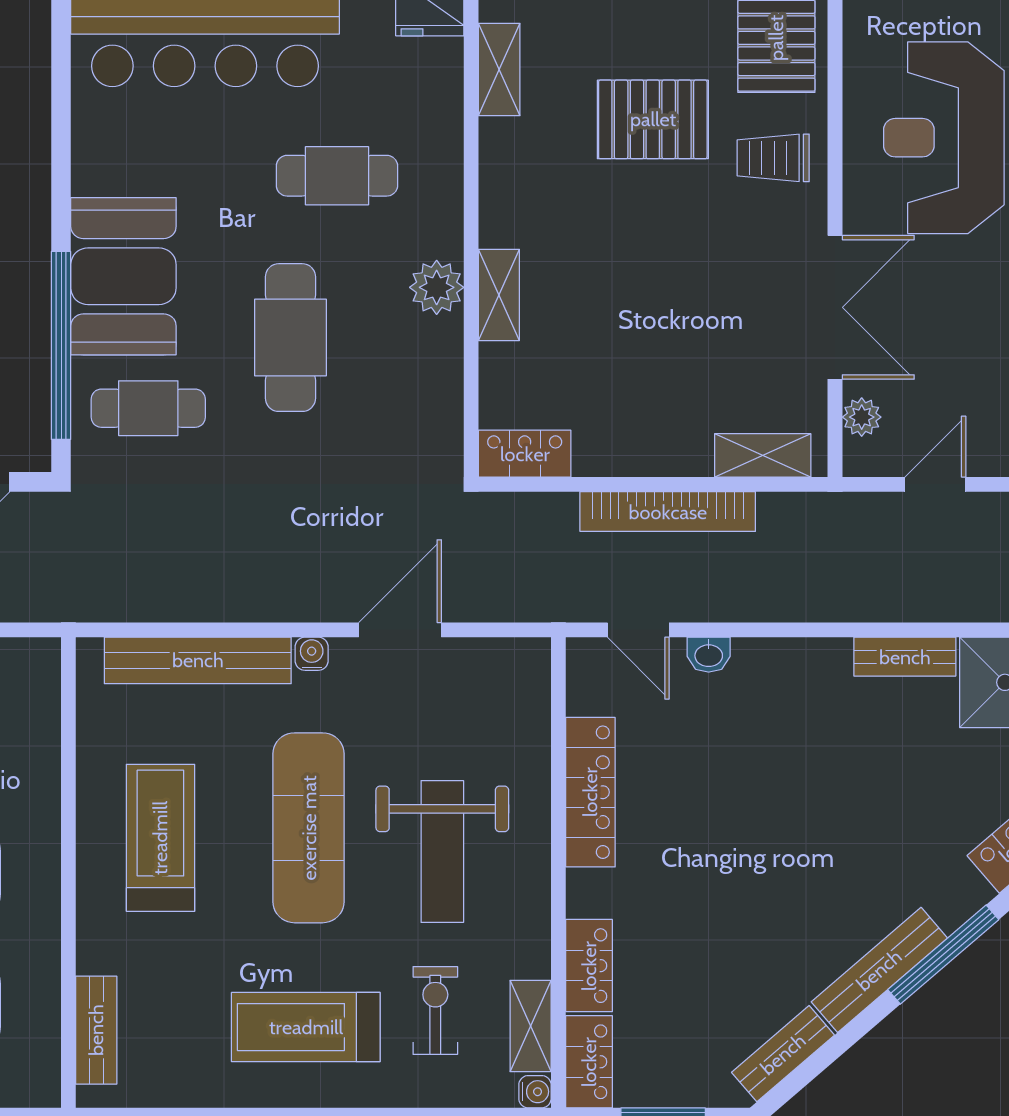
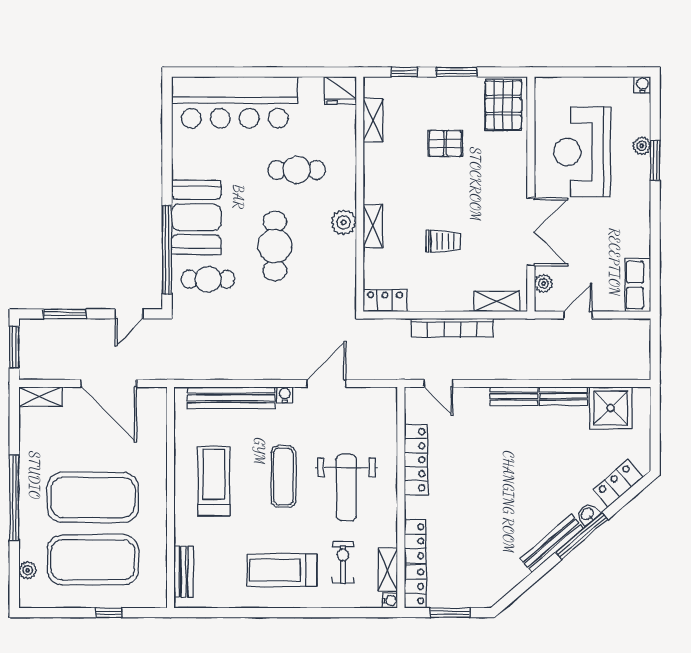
pallet: (653, 119) -> (445, 143), width x0.67, depth x0.71
trolley: (773, 158) -> (443, 241), moved, turned 180
washbasin: (709, 655) -> (588, 514), moved, turned 139
exercise mat: (309, 828) -> (283, 476), width x0.73, depth x0.69
bench: (783, 1054) -> (514, 396), moved, turned 41

